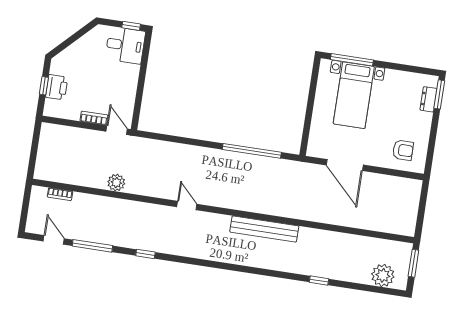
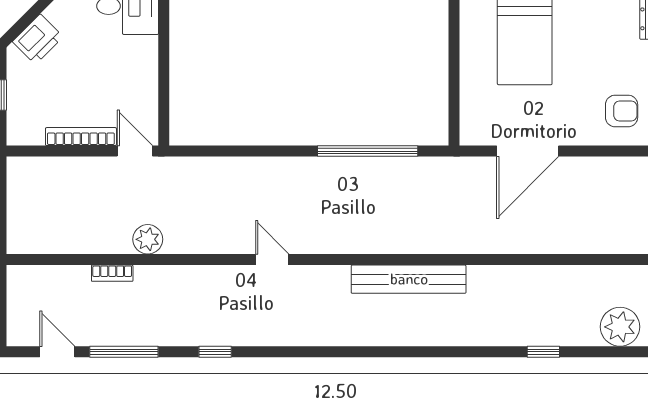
printer: (57, 87) -> (38, 39), moved, turned 45
bookcase: (94, 118) -> (81, 137), width x1.56
door: (345, 165) -> (528, 151), hinge flipped
bookcase: (60, 194) -> (112, 273), moved
window: (319, 280) -> (543, 352), moved

